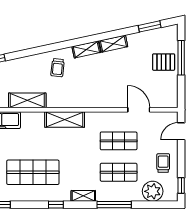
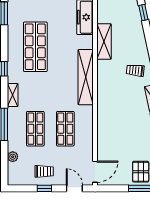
door: (139, 110) -> (95, 172), moved
shelving: (65, 120) -> (86, 77), width x1.47
window: (181, 186) -> (44, 188), moved
plant: (153, 191) -> (13, 157), width x0.53, depth x0.53

